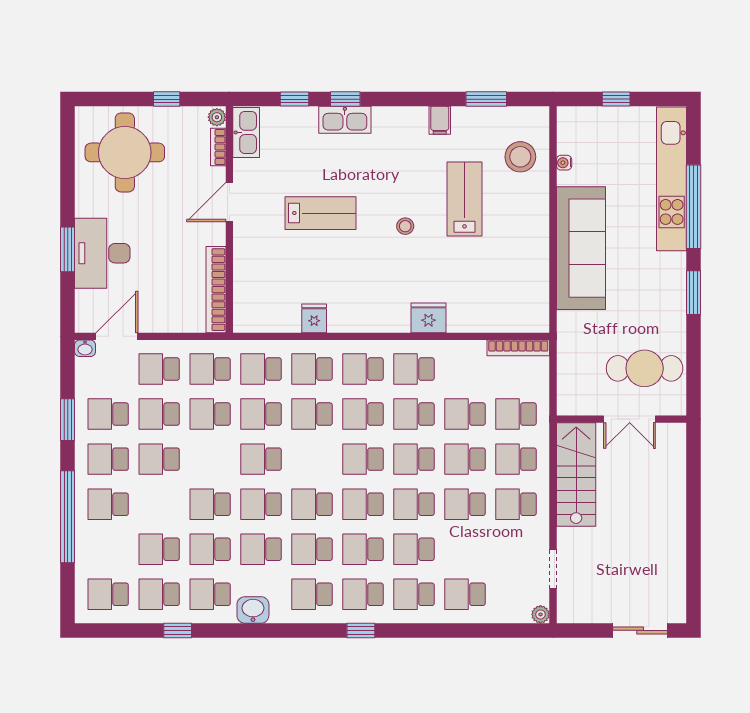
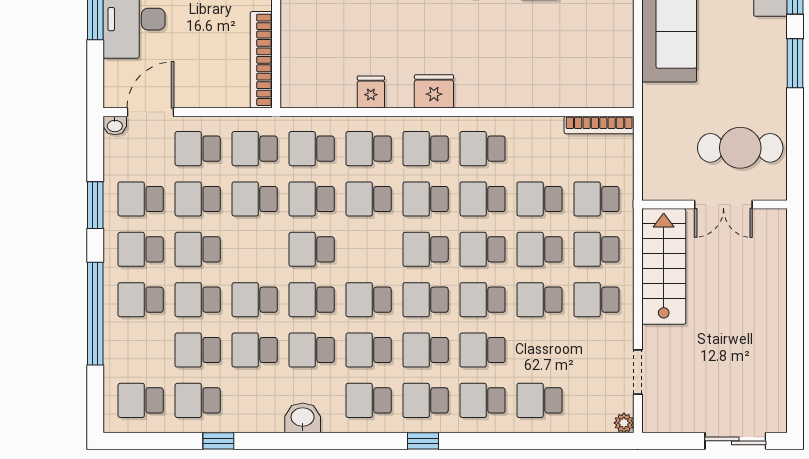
fridge: (428, 318) -> (434, 91), moved
school desk: (210, 594) -> (198, 300), moved

